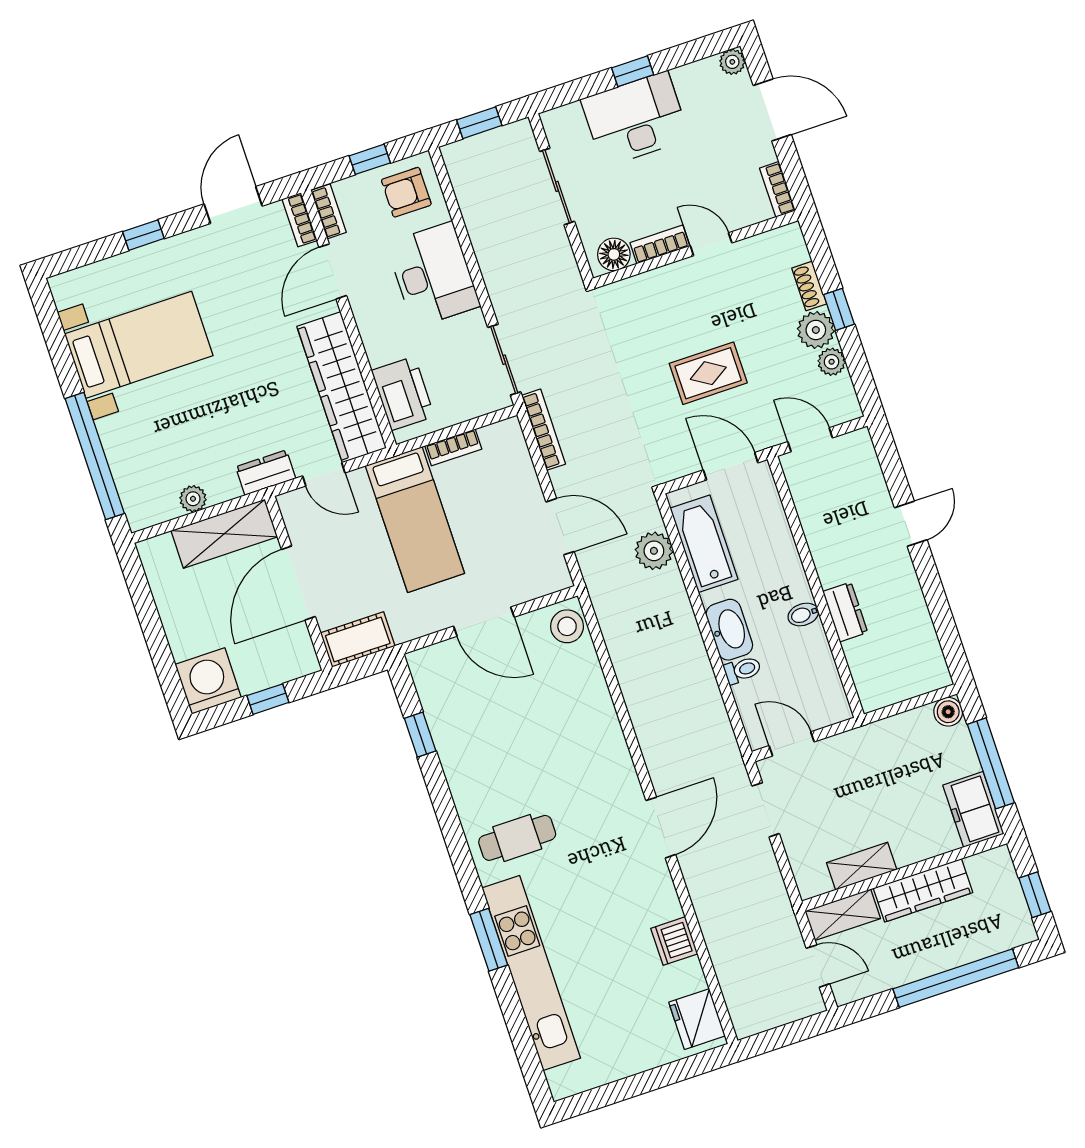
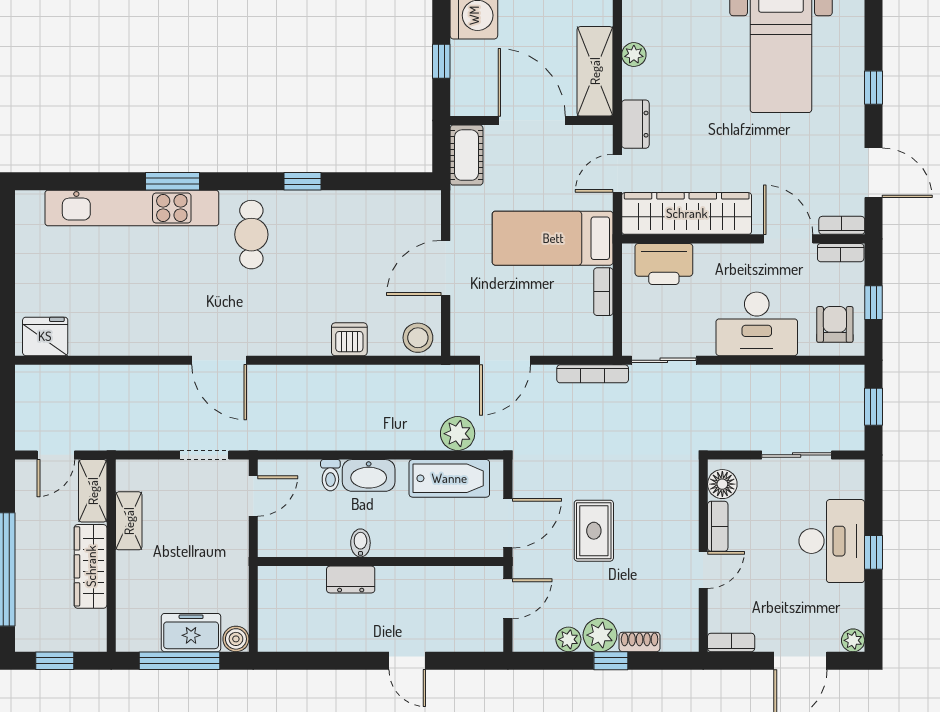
window: (420, 735) -> (302, 181), moved
freezer: (973, 809) -> (191, 633), moved
dishwasher: (674, 941) -> (349, 339), moved

